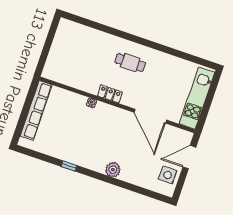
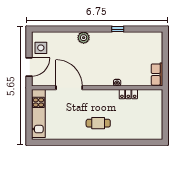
locker: (110, 94) -> (128, 94), moved
row of seats: (36, 110) -> (157, 75), width x0.50

